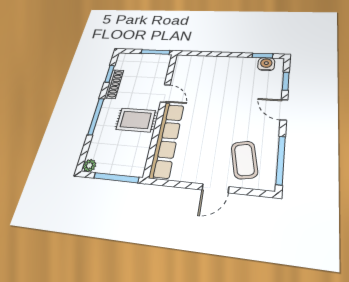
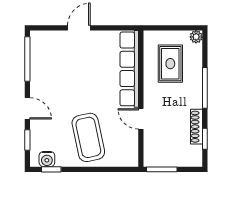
rug: (136, 120) -> (170, 64), moved, turned 90
coffee table: (244, 160) -> (88, 137), moved, width x1.36, depth x1.32
window: (116, 178) -> (168, 28), removed

